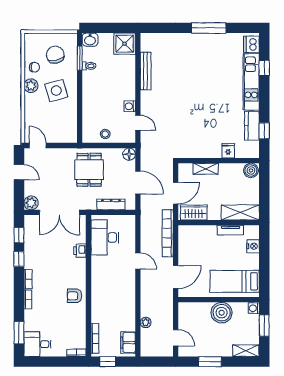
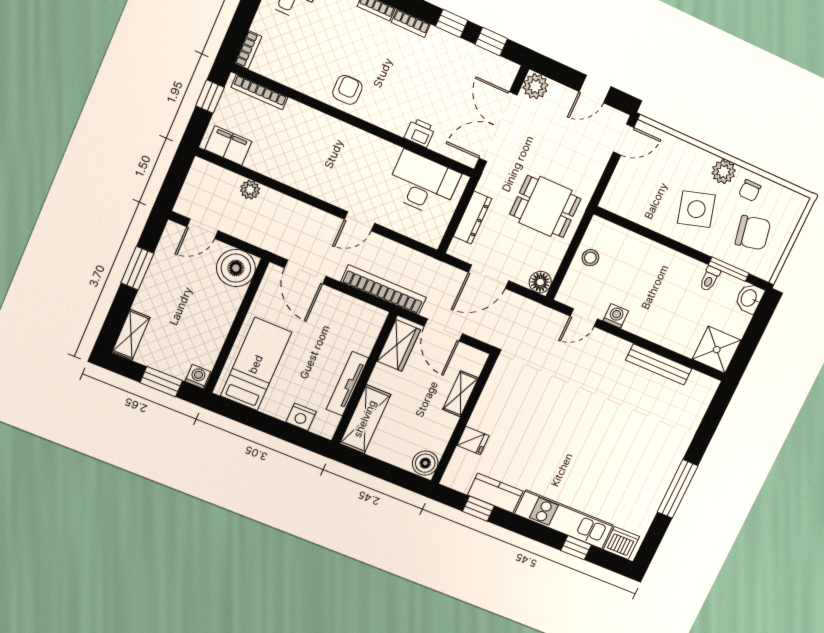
tv unit: (230, 230) -> (347, 384), width x1.41
boiler: (222, 313) -> (236, 268), moved

